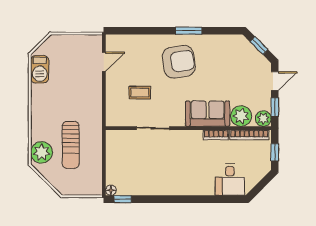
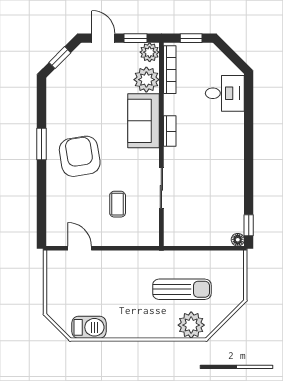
bookcase: (216, 135) -> (170, 131), moved

